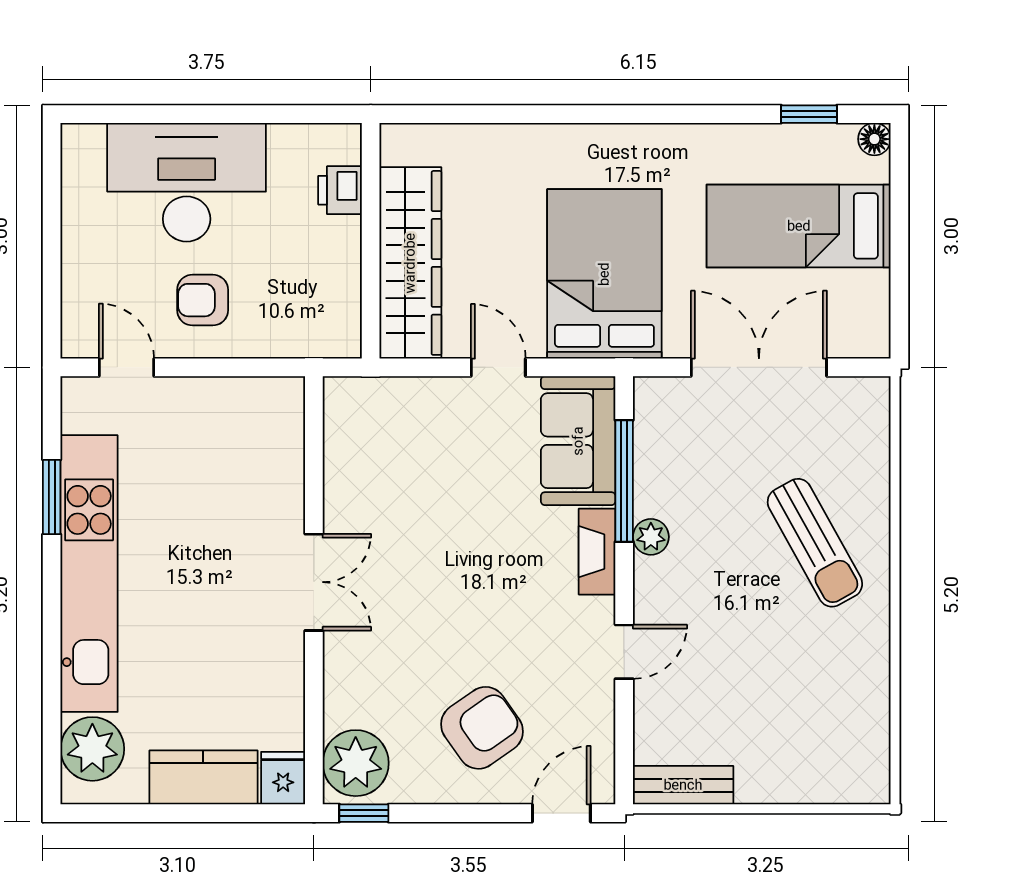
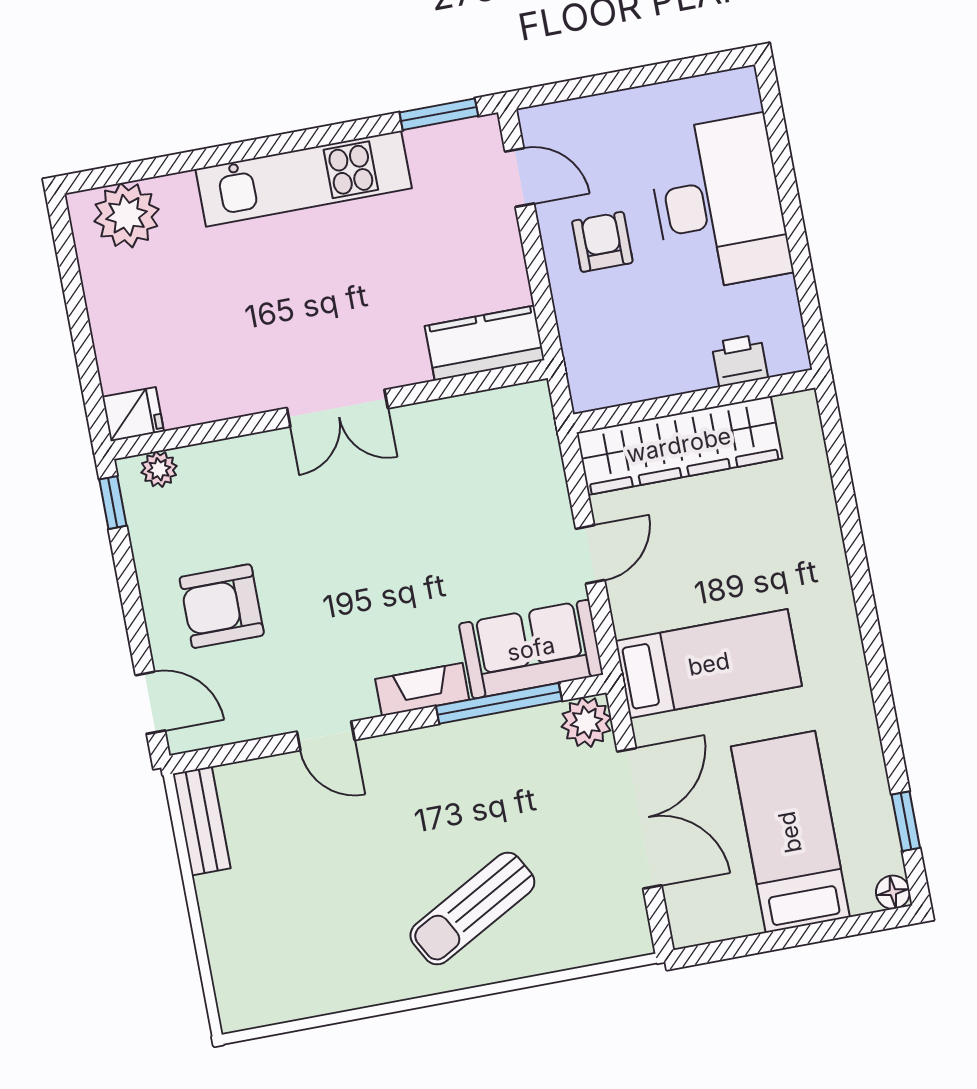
bed: (604, 274) -> (709, 664), width x0.67
door: (127, 367) -> (520, 178), hinge flipped
window: (52, 497) -> (439, 114), moved
plant: (651, 537) -> (586, 722), moved, width x1.38, depth x1.38
kitchen unit: (89, 574) -> (304, 179), width x0.73
armchair: (482, 728) -> (222, 606), turned 125
plant: (356, 763) -> (159, 469), width x0.53, depth x0.53
kitchen counter: (203, 777) -> (485, 343), moved, turned -90

